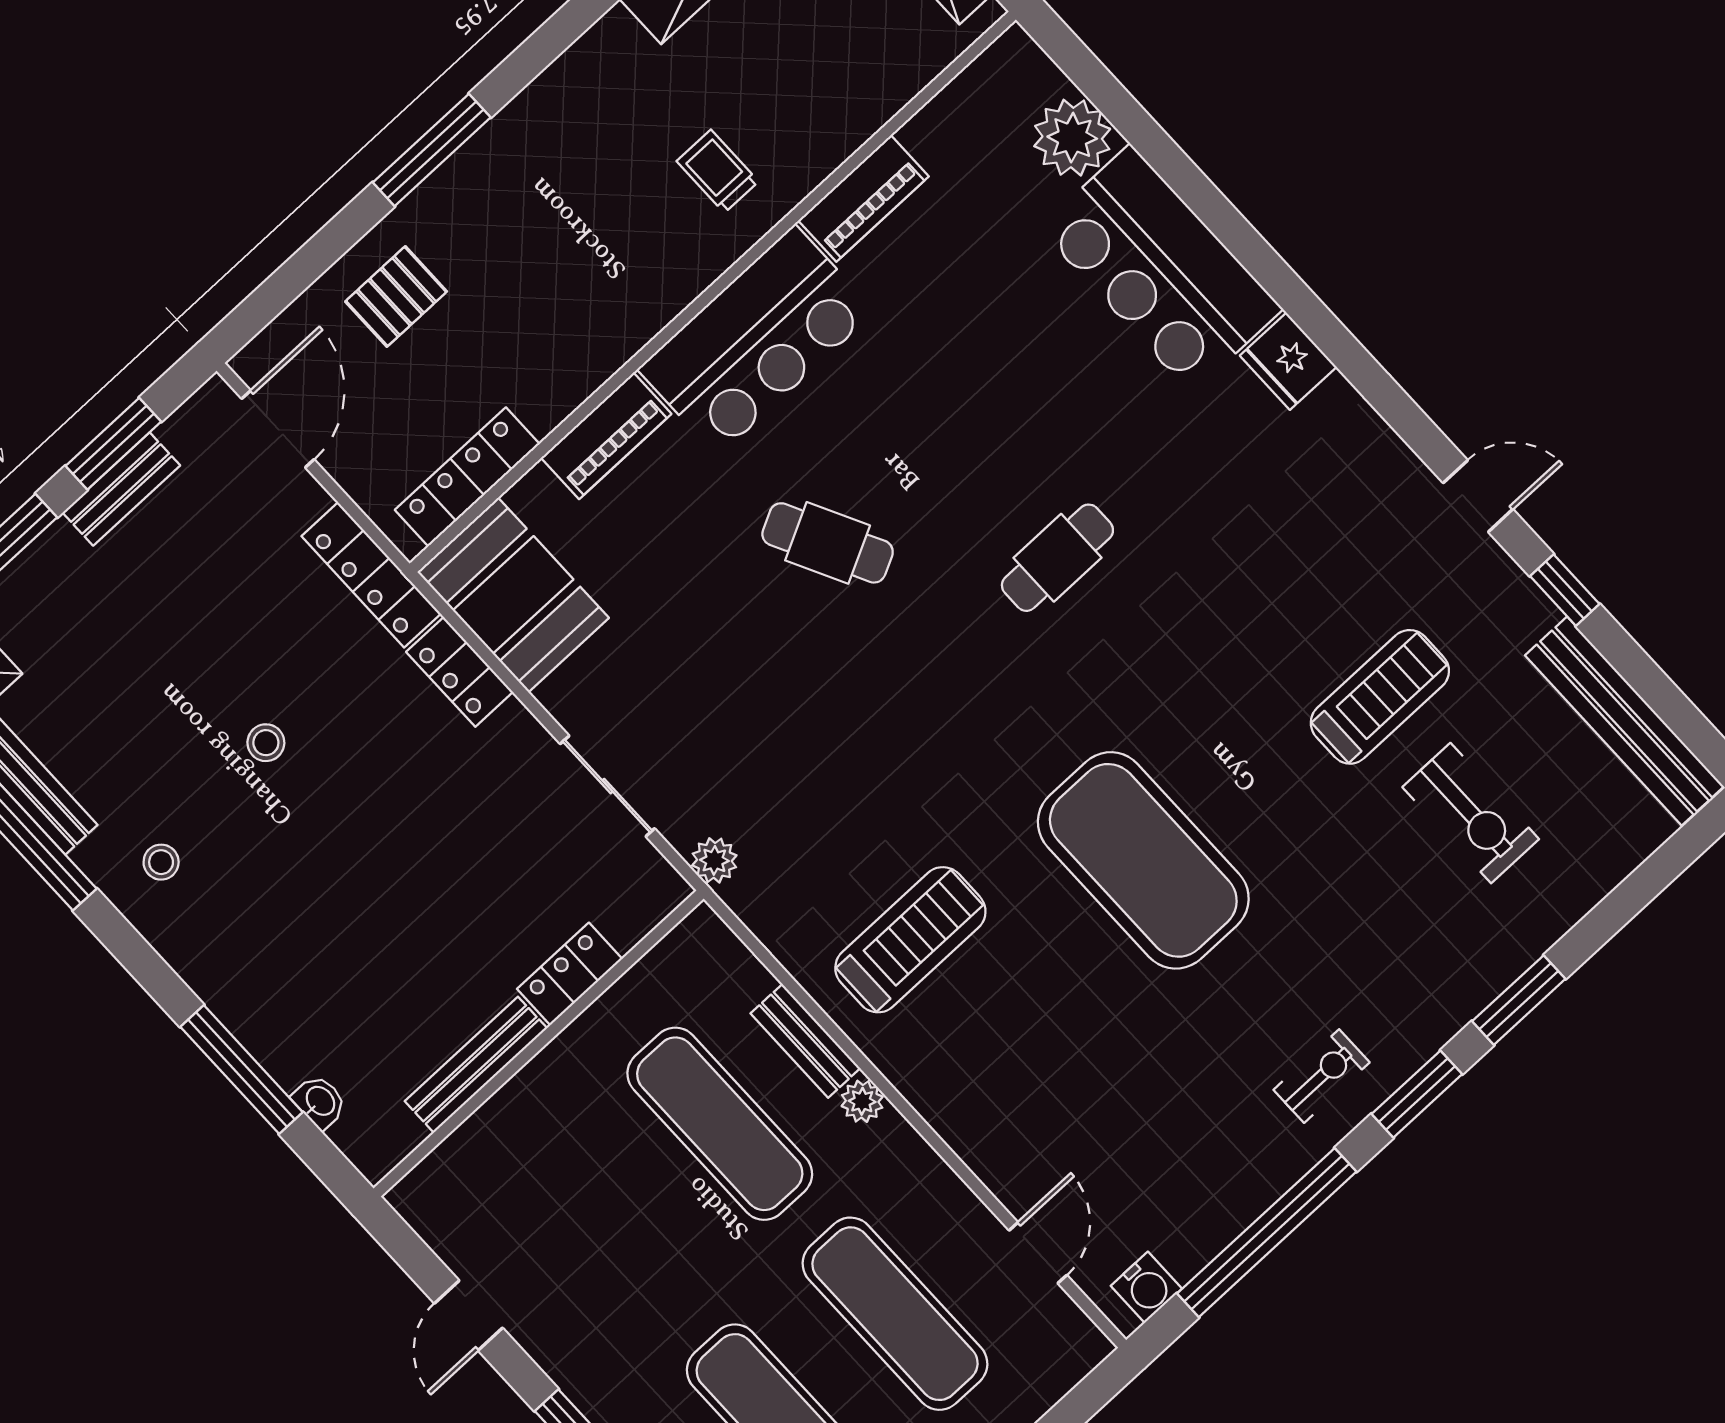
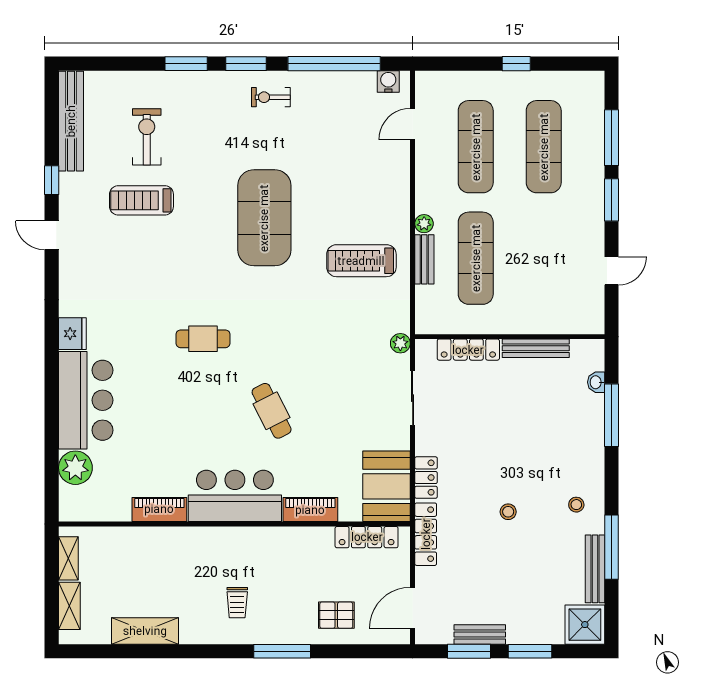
trolley: (718, 171) -> (237, 603), moved
locker: (570, 974) -> (468, 350), width x1.53

